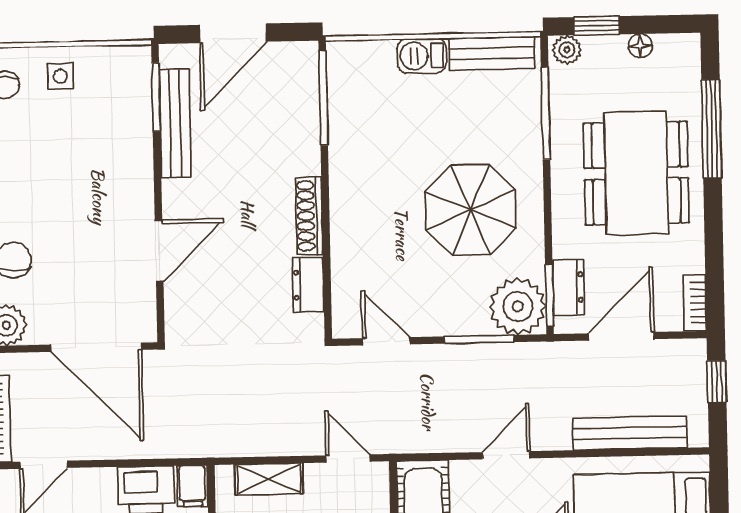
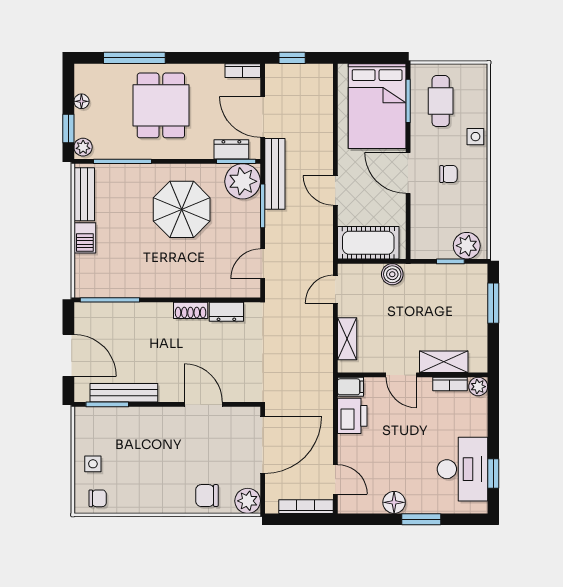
dining table: (636, 173) -> (161, 105), width x0.73
shoe rack: (309, 216) -> (191, 310), width x0.70
bench: (630, 433) -> (275, 174), moved

